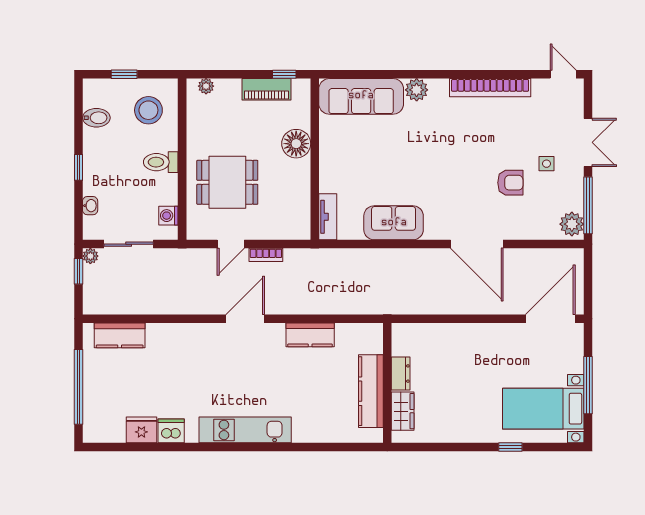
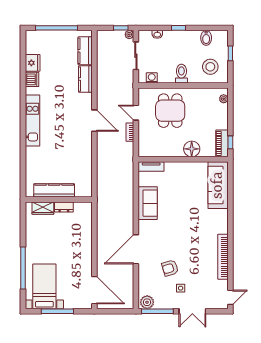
piano: (266, 89) -> (222, 143), moved
plant: (417, 90) -> (222, 216), removed
armchair: (510, 183) -> (170, 268), turned 73
kitchen counter: (310, 335) -> (85, 79), moved
window: (510, 447) -> (23, 268), width x3.17

